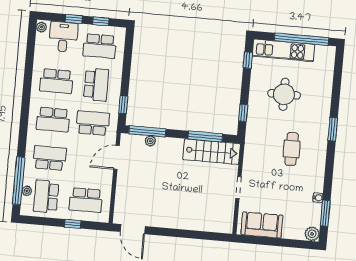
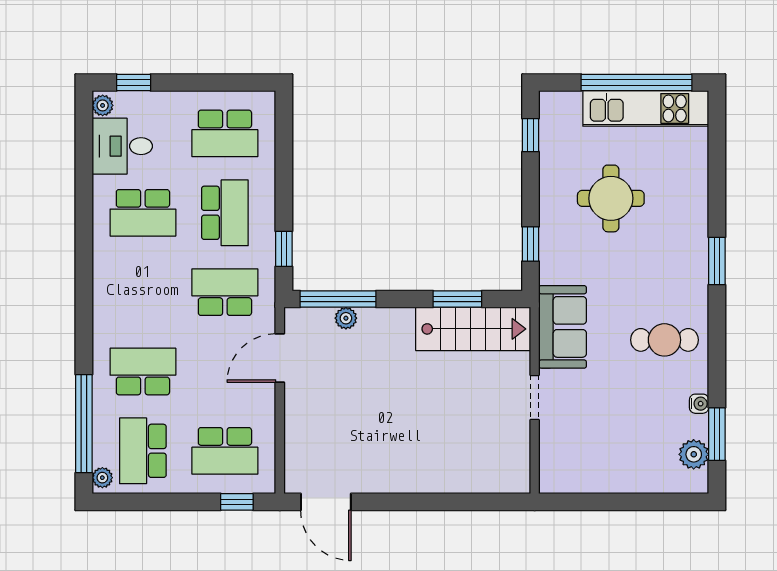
window: (74, 19) -> (134, 83), moved
window: (101, 21) -> (223, 83), removed
desk: (63, 37) -> (122, 146), moved, turned -90
kitchen unit: (283, 50) -> (646, 108), moved
school desk: (53, 120) -> (143, 292), removed
window: (205, 136) -> (457, 299), width x0.69
cafe table: (292, 149) -> (664, 340), moved, turned 90
plant: (27, 191) -> (102, 478), moved
window: (73, 224) -> (237, 502), moved
sofa: (262, 225) -> (563, 327), moved, turned 90
plant: (312, 234) -> (694, 454), moved

